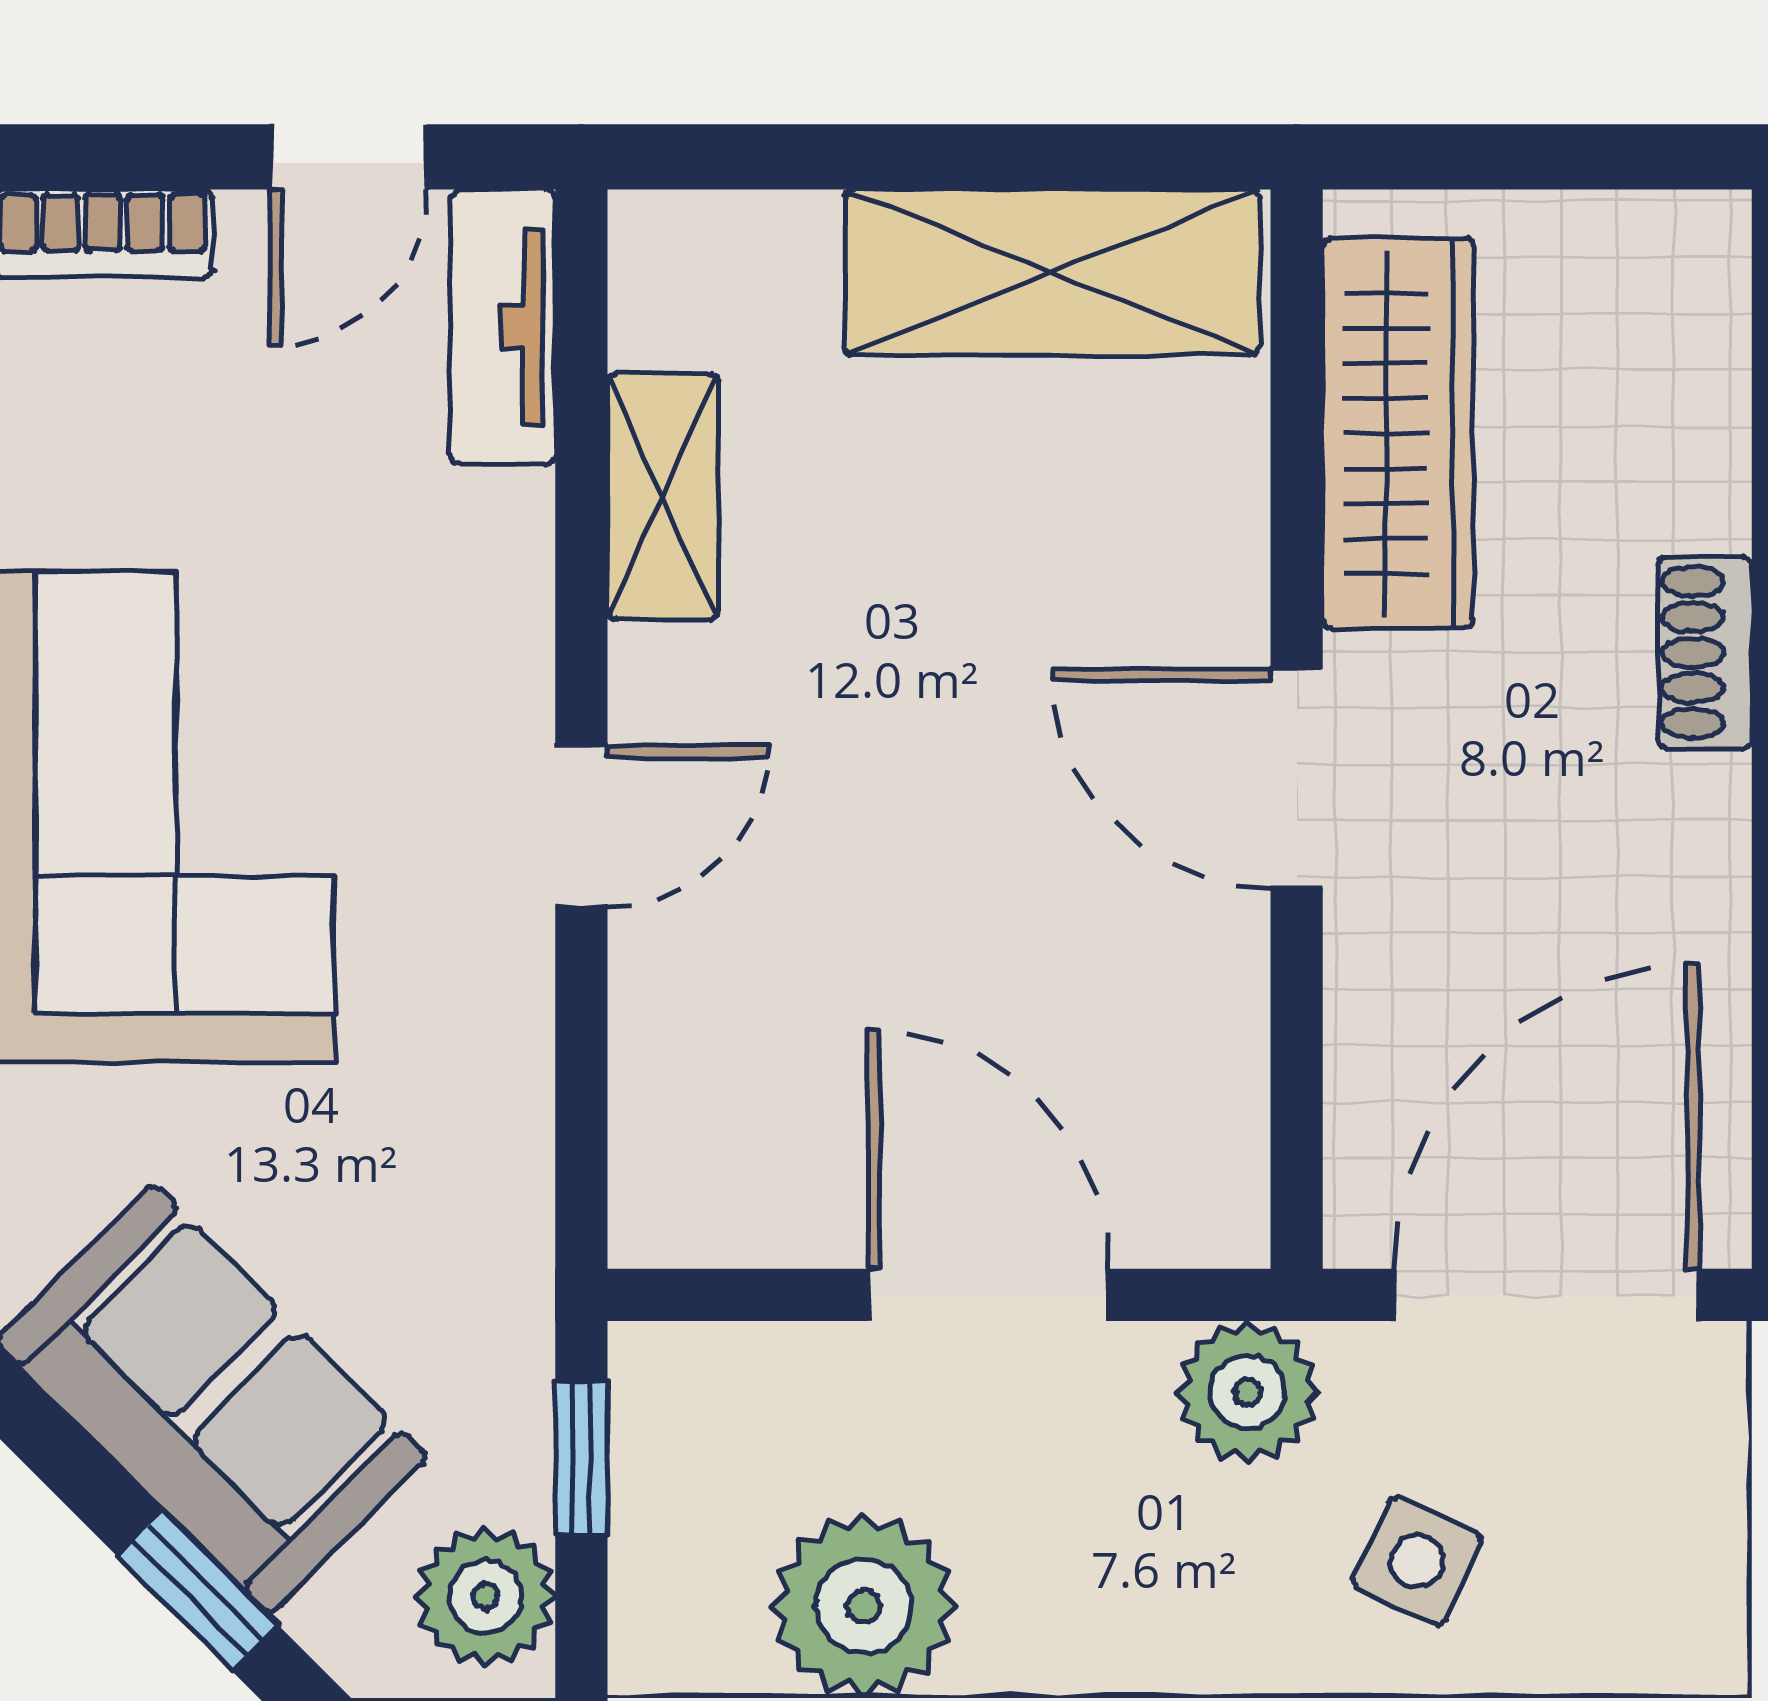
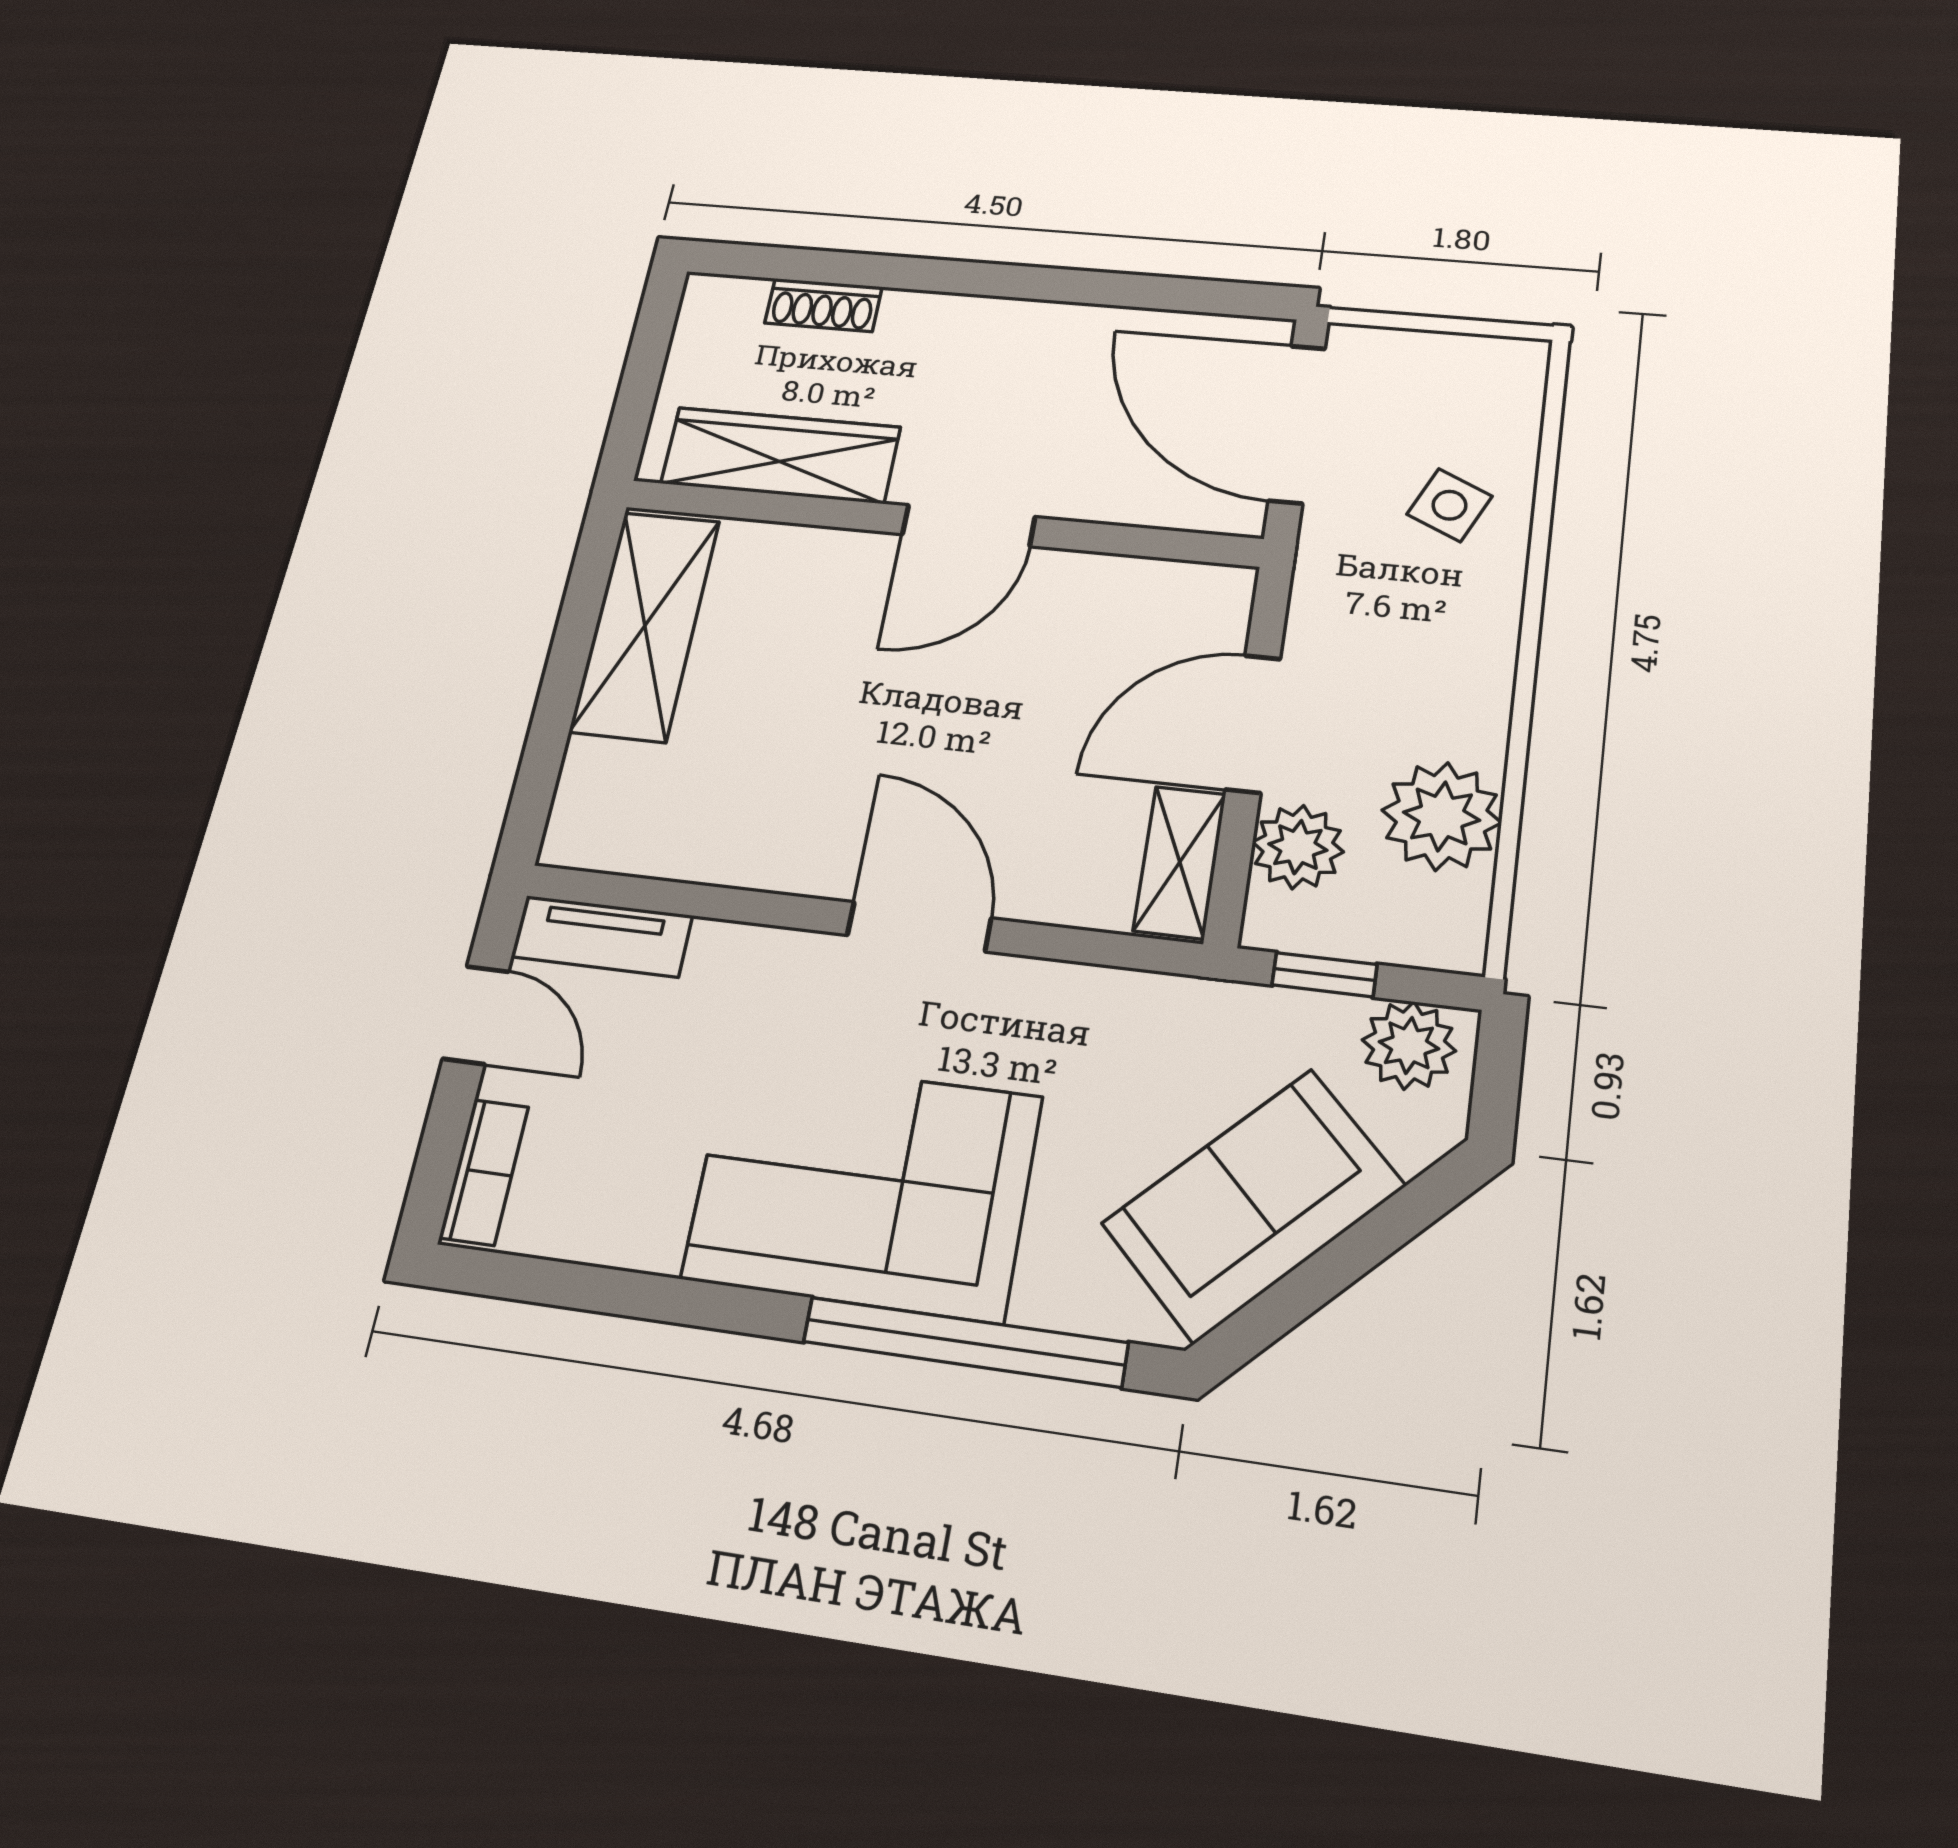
shelving: (663, 497) -> (1180, 862), moved, turned 90
shoe rack: (1705, 653) -> (823, 305), moved
door: (581, 826) -> (919, 927), width x1.37
plant: (1248, 1392) -> (1298, 847), moved
window: (198, 1591) -> (1384, 1231), removed

